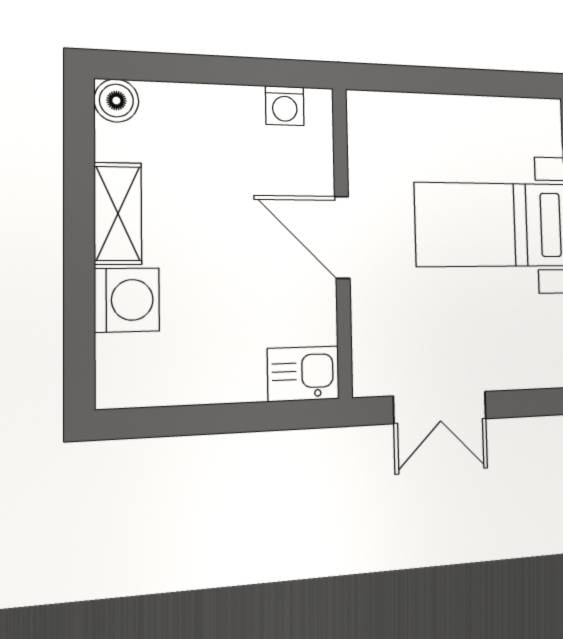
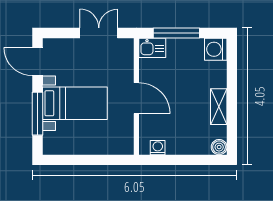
washing machine: (127, 300) -> (216, 49), moved
window: (239, 418) -> (176, 33), added

